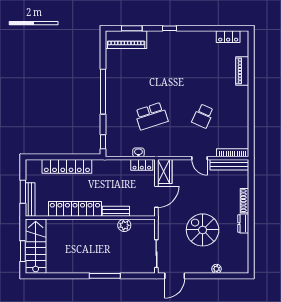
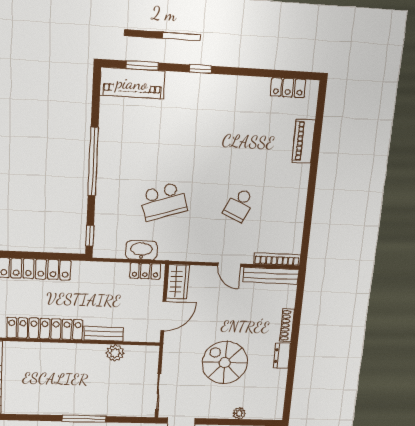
washbasin: (138, 152) -> (141, 250), width x1.91, depth x1.45

